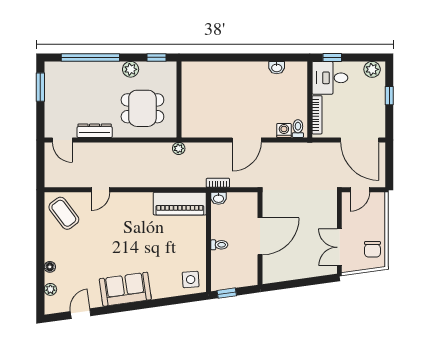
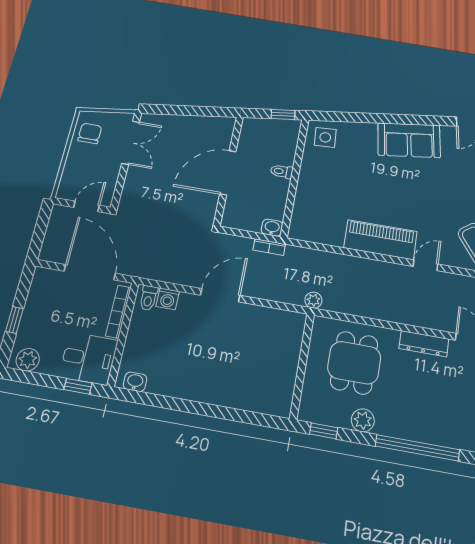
washbasin: (277, 68) -> (135, 382), moved
dining table: (142, 108) -> (354, 363), turned 90
door: (360, 140) -> (90, 272), moved
piano: (180, 204) -> (380, 240), moved

